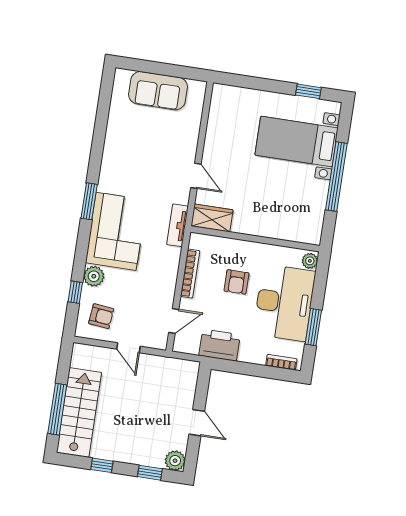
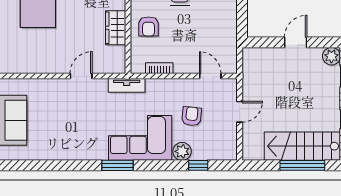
wardrobe: (212, 218) -> (116, 28), moved
bookcase: (190, 274) -> (159, 68), width x0.64
armchair: (236, 282) -> (148, 26), moved, turned 90
armchair: (101, 316) -> (192, 116), moved
printer: (220, 345) -> (225, 33), removed

